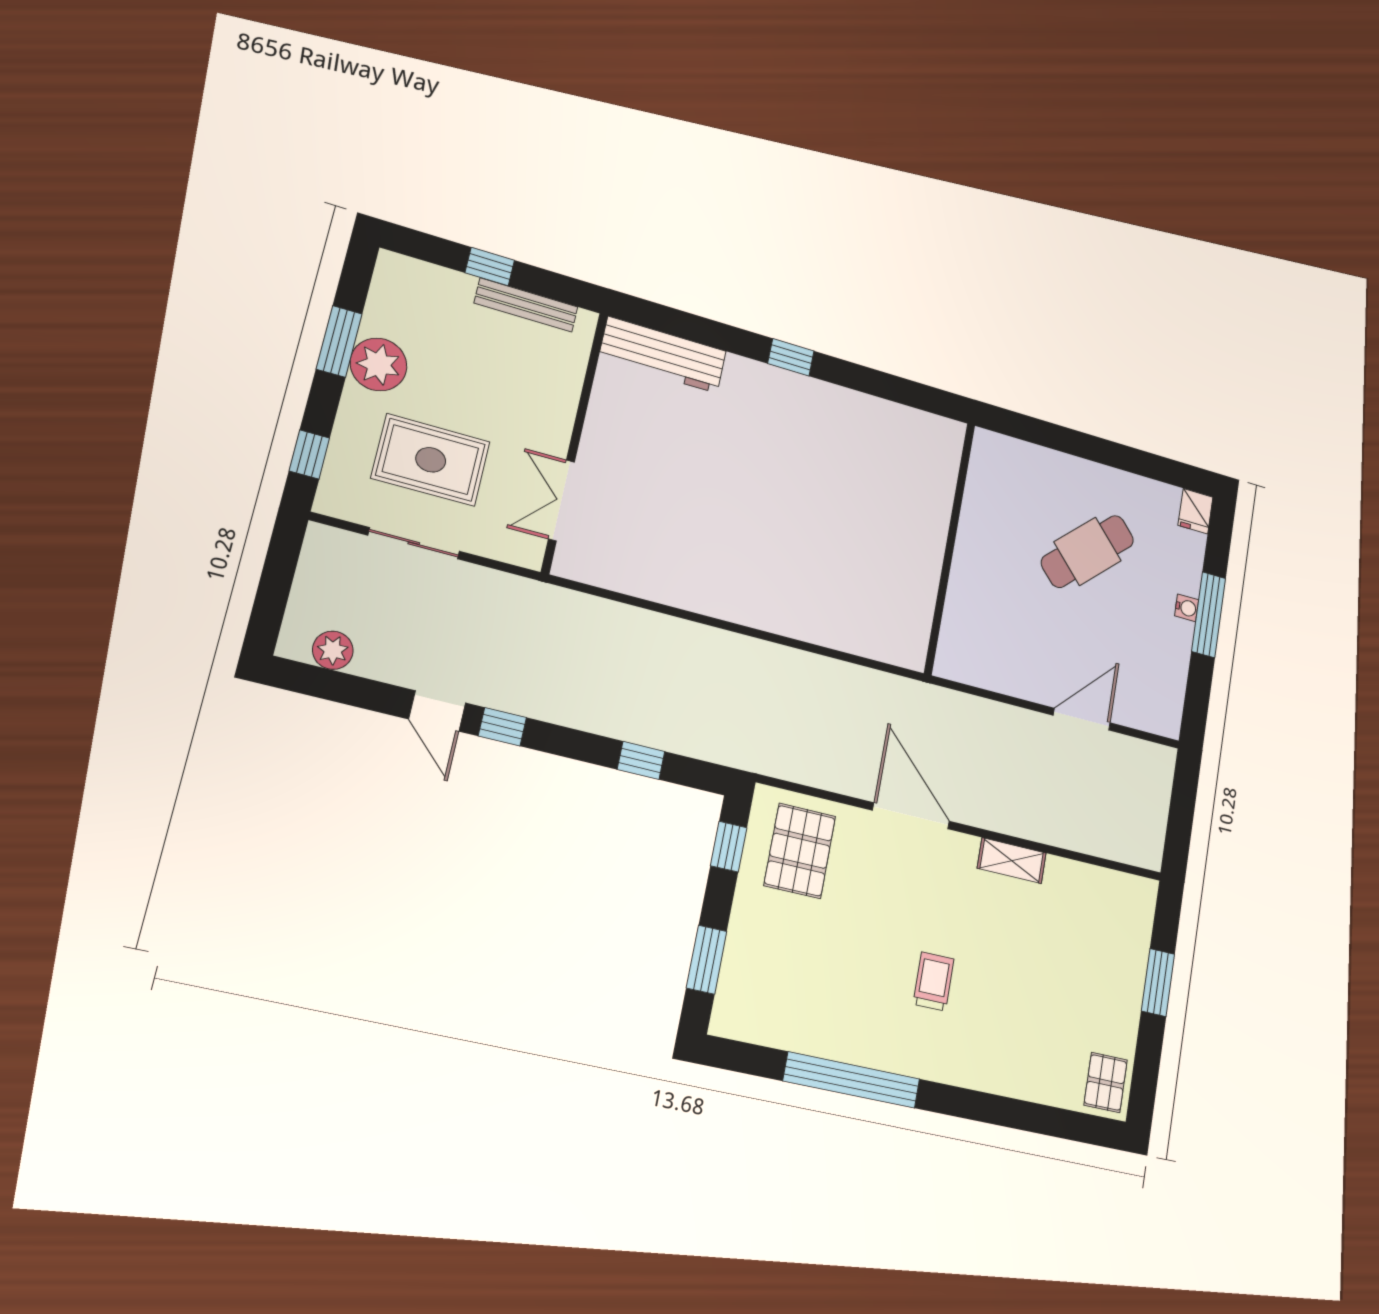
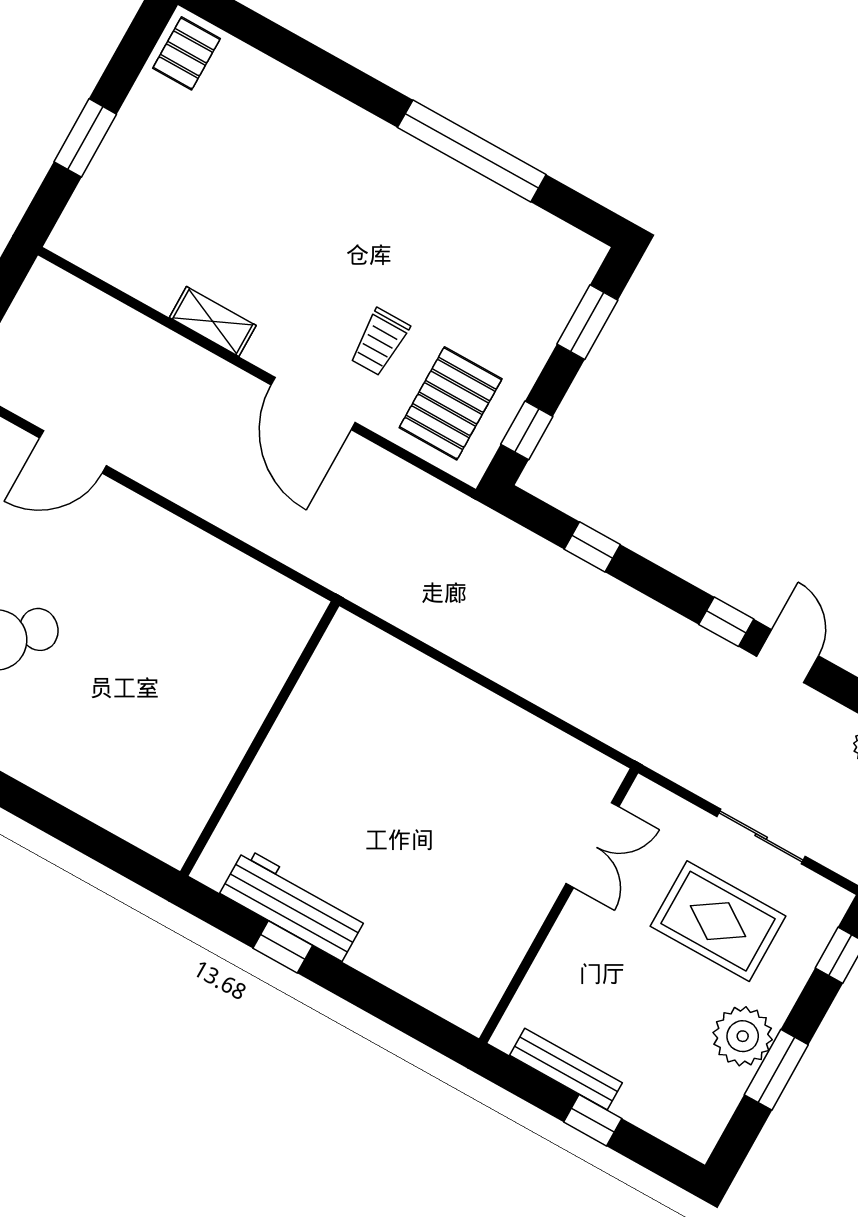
workbench: (663, 355) -> (294, 905), moved
wall: (950, 547) -> (260, 739), moved
trolley: (933, 981) -> (380, 342), moved

